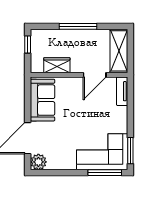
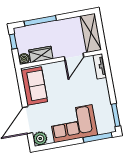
window: (78, 26) -> (40, 21), moved
boiler: (37, 67) -> (24, 59), added
corner sofa: (102, 152) -> (73, 124), moved

